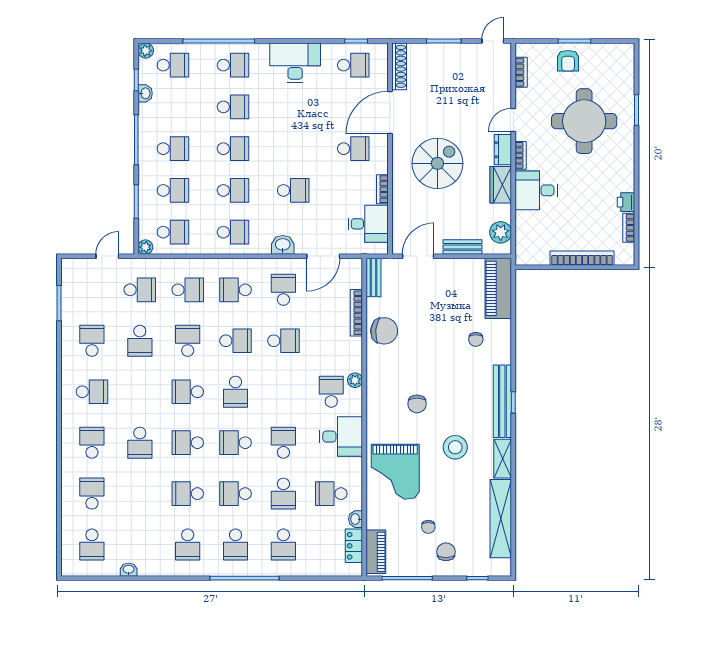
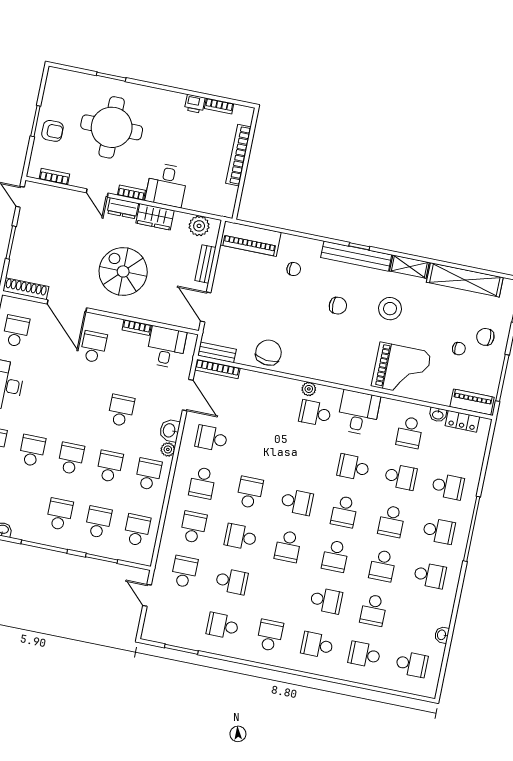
plant: (145, 247) -> (168, 449), moved
bookcase: (356, 313) -> (217, 369), moved
school desk: (283, 341) -> (373, 610), moved, turned 180
chair: (417, 404) -> (338, 306), moved

